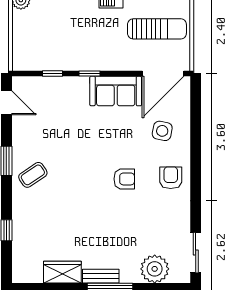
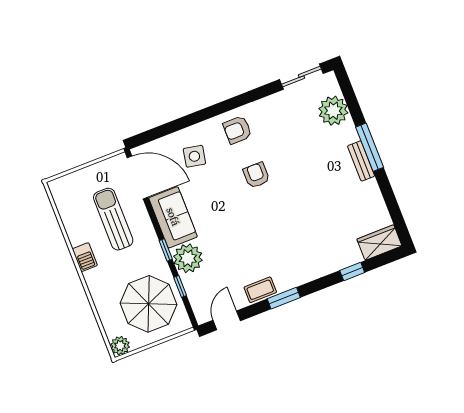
sun lounger: (157, 29) -> (113, 219), moved
parasol: (48, 40) -> (149, 304), added
plant: (75, 90) -> (188, 258), added
coffee table: (33, 175) -> (260, 290), moved, turned -56
wardrobe: (62, 272) -> (379, 242), moved, turned 90

